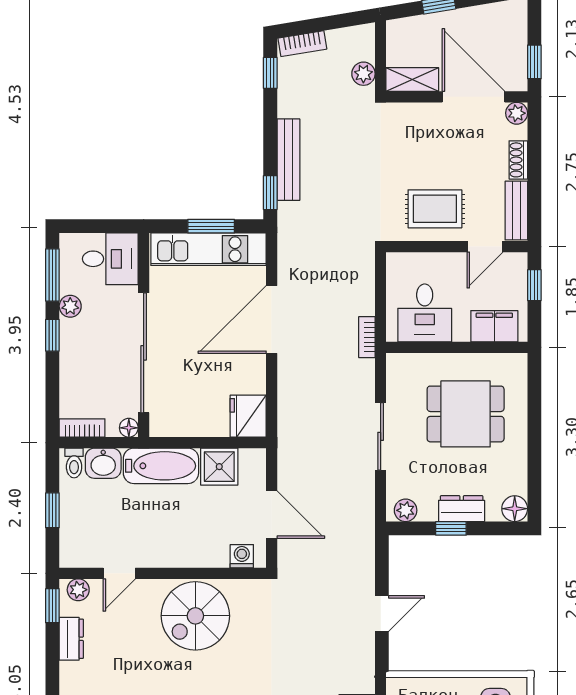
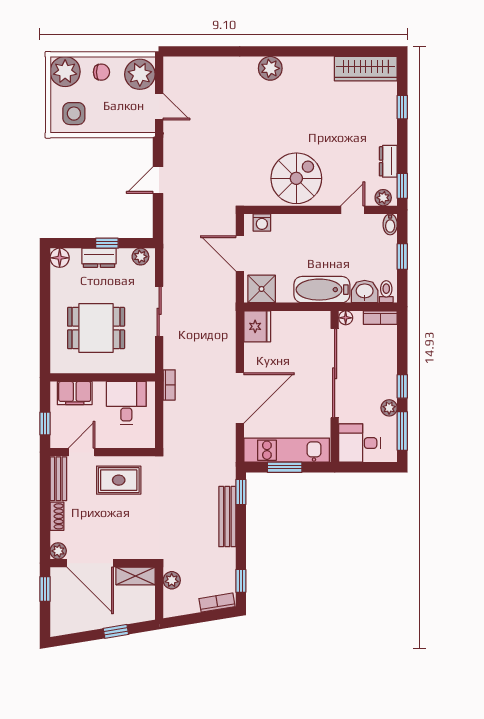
shower: (219, 467) -> (262, 289), moved
bidet: (69, 554) -> (390, 224), added

